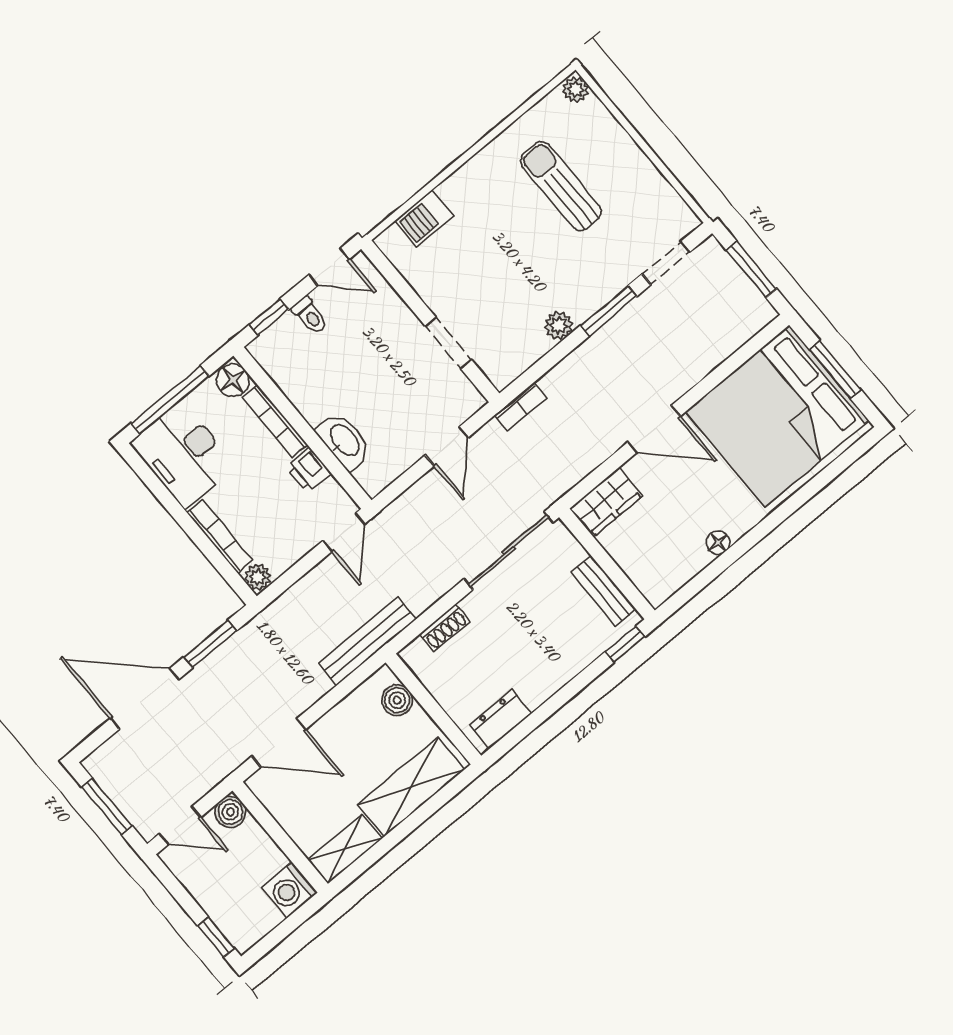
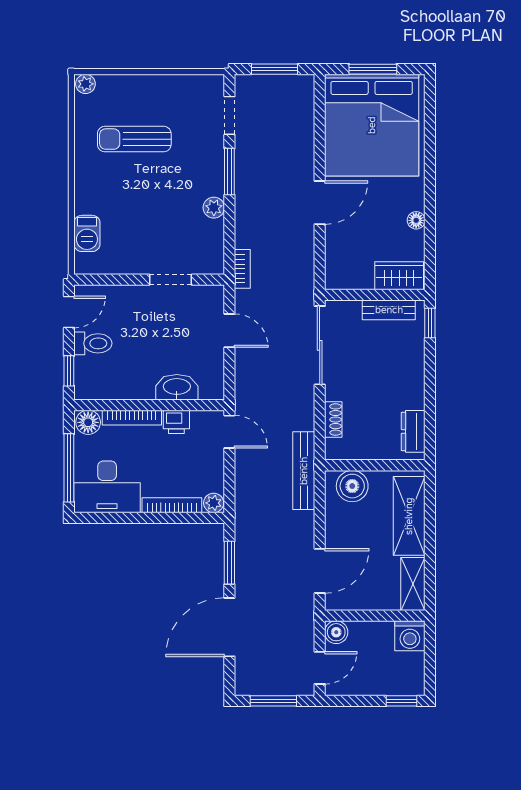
toilet: (310, 315) -> (93, 343), width x1.37, depth x1.39
wardrobe: (606, 502) -> (399, 276), moved, turned -90
boiler: (397, 700) -> (352, 486), width x1.36, depth x1.36

